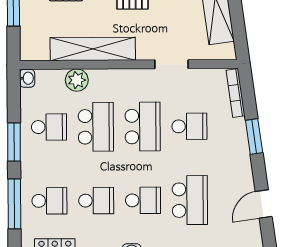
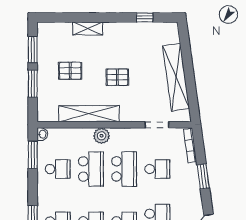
doorway: (172, 64) -> (157, 125), moved
plant: (77, 80) -> (102, 136), moved
window: (14, 142) -> (33, 155), moved

